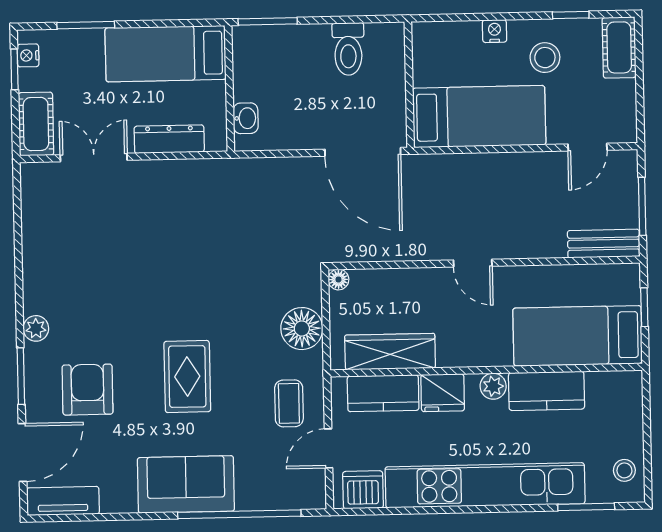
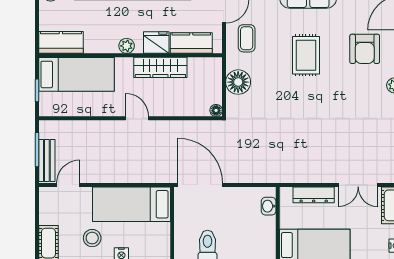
bench: (603, 244) -> (47, 160), moved, turned 90
wardrobe: (390, 352) -> (160, 67), moved
kitchen counter: (547, 391) -> (61, 42), moved

